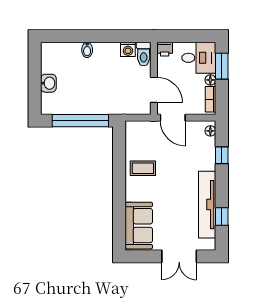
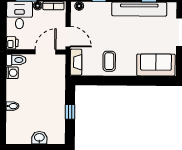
door: (173, 118) -> (68, 37), hinge flipped
window: (80, 121) -> (70, 112), width x0.32
fireplace: (141, 127) -> (76, 62), added

